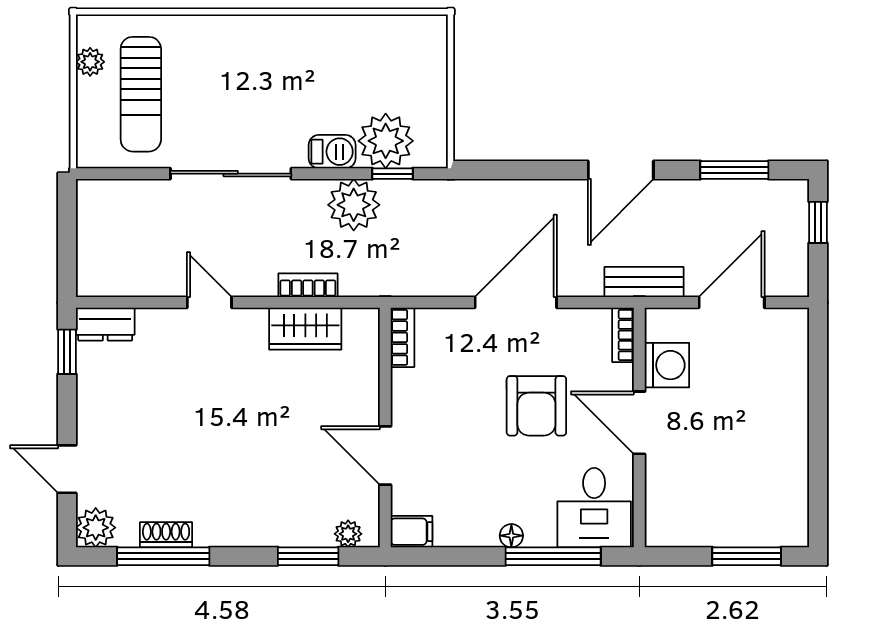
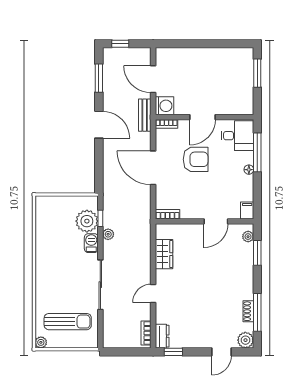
plant: (90, 62) -> (41, 342), moved
plant: (354, 205) -> (108, 234), width x0.53, depth x0.53
bookcase: (308, 285) -> (146, 333), moved
washing machine: (667, 365) -> (164, 106), moved, turned 90

